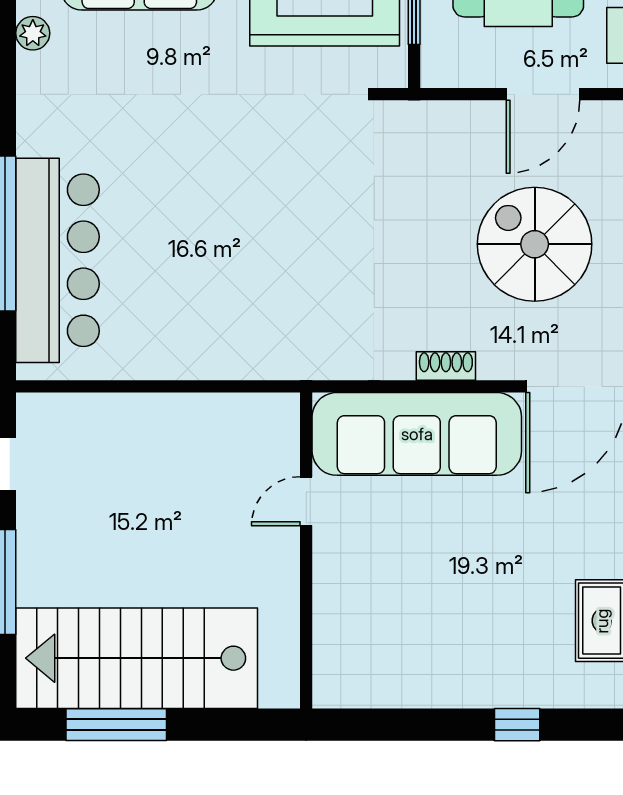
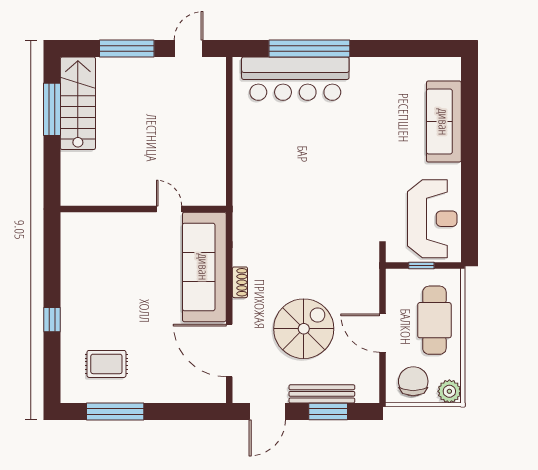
plant: (33, 33) -> (414, 66), removed
stairs: (137, 658) -> (78, 103), width x0.73, depth x0.66

